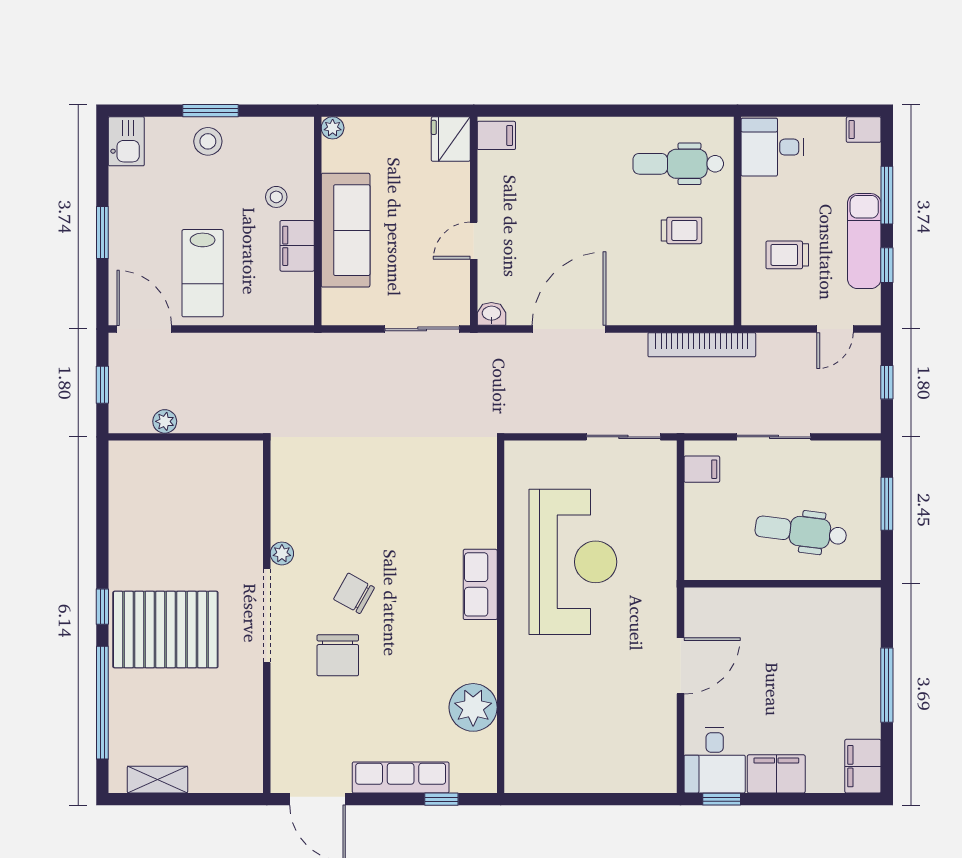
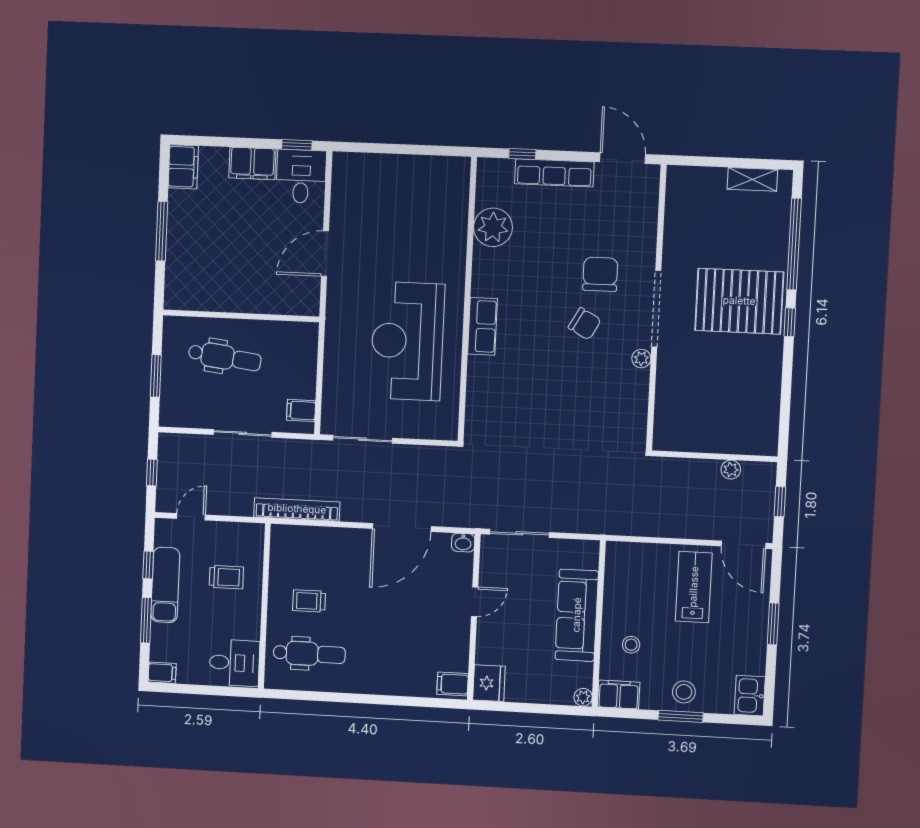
filing cabinet: (297, 246) -> (619, 695), moved, turned -90

